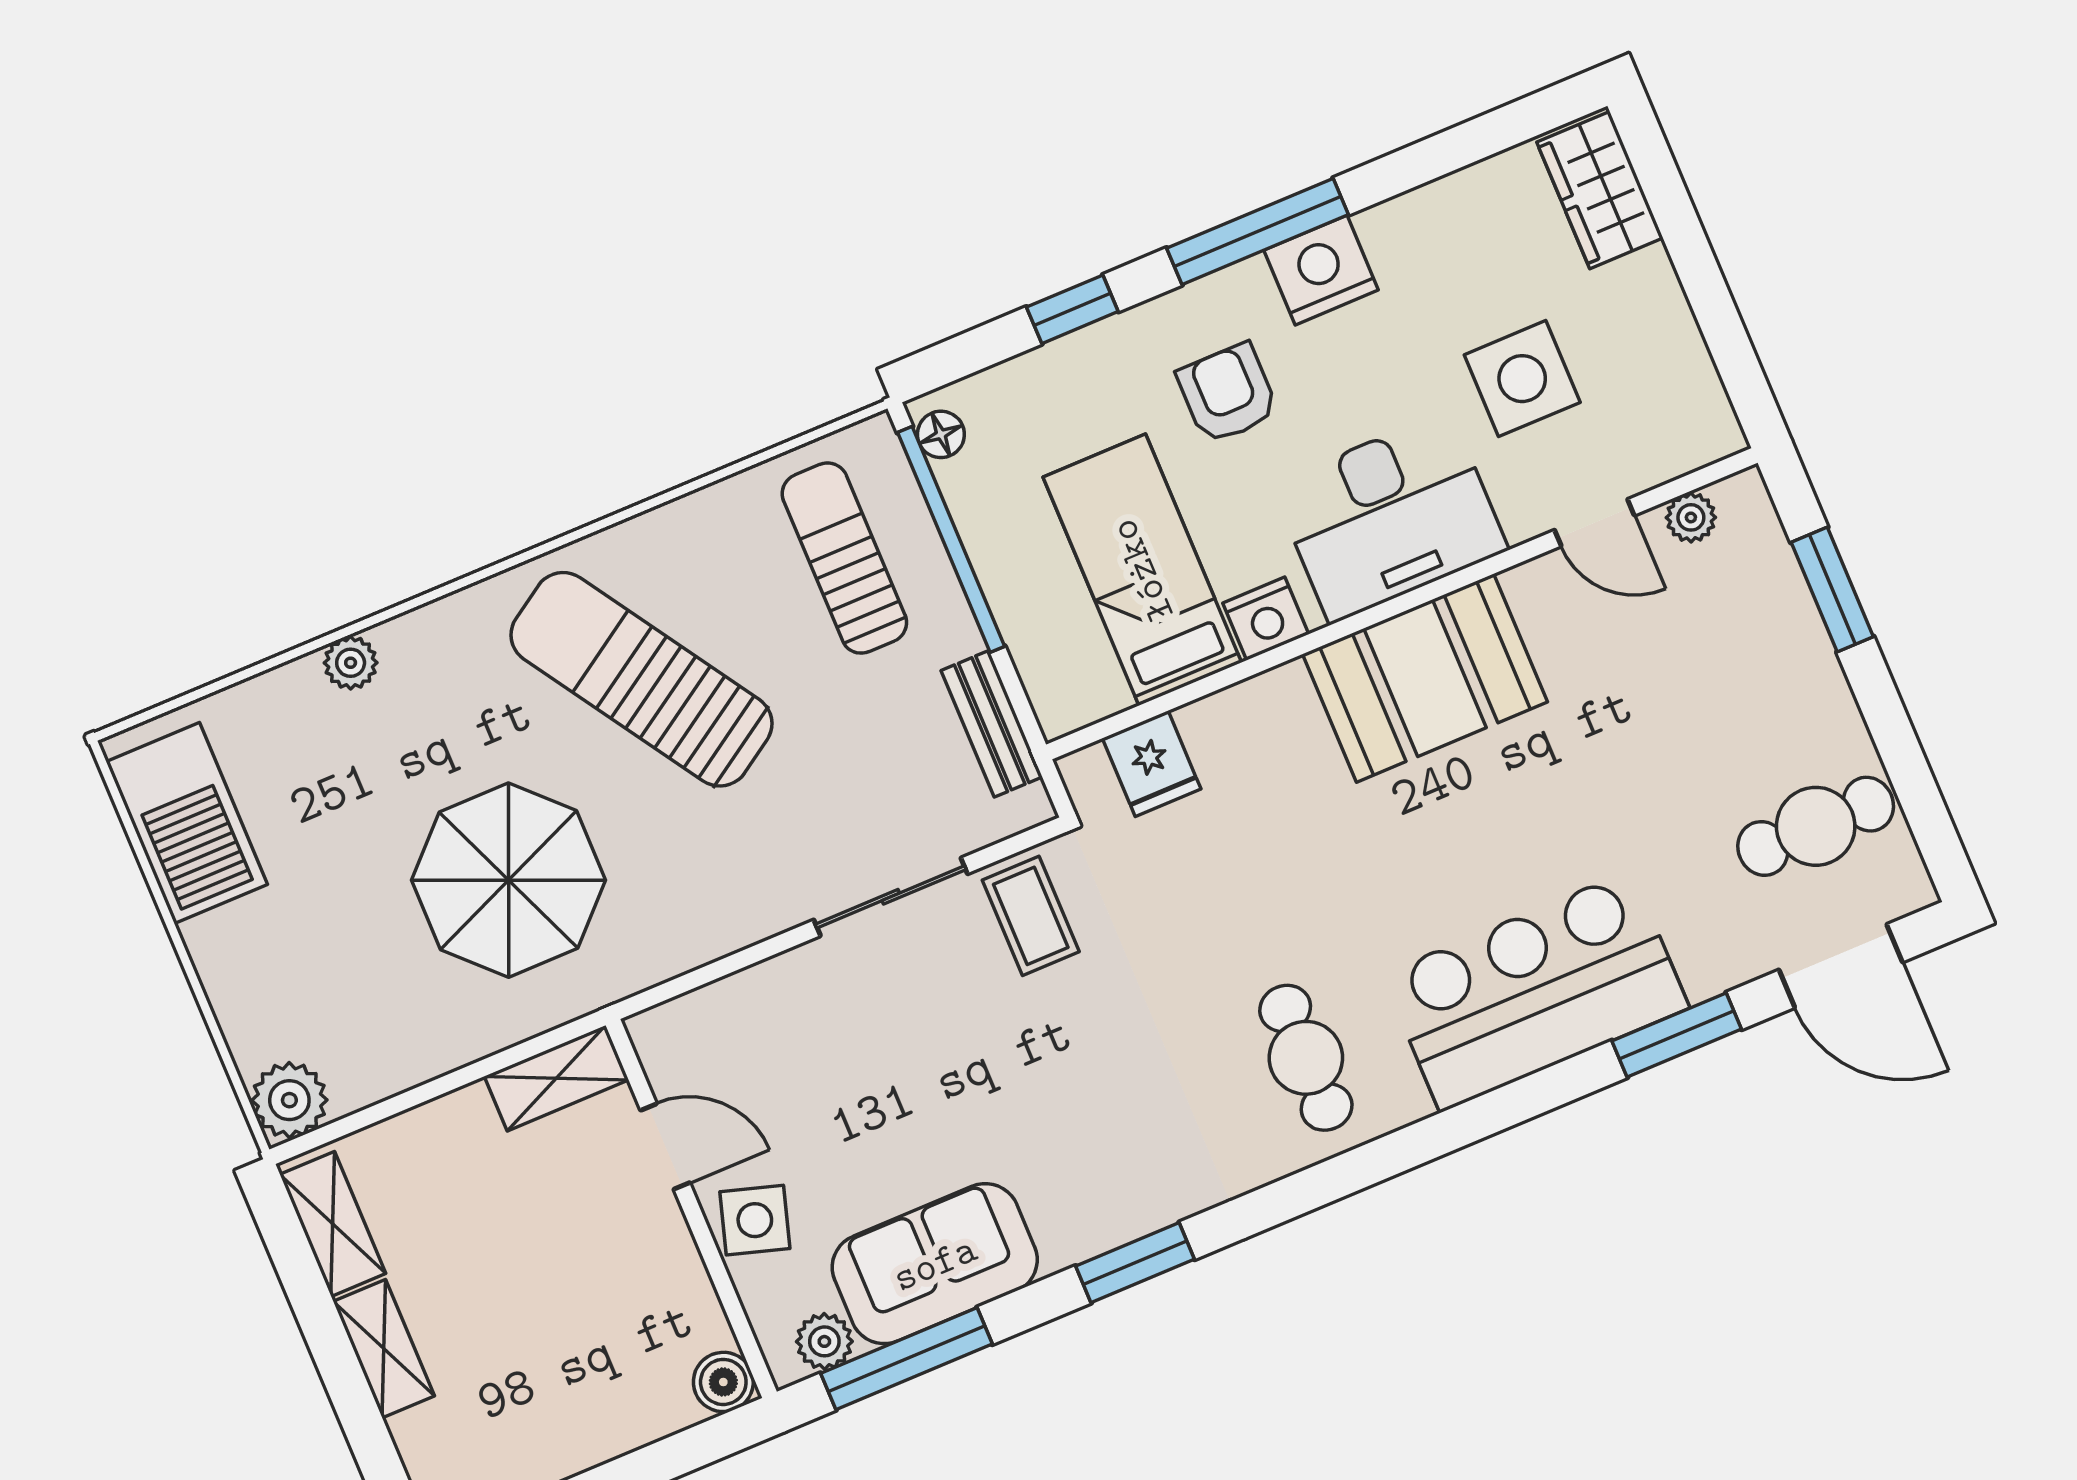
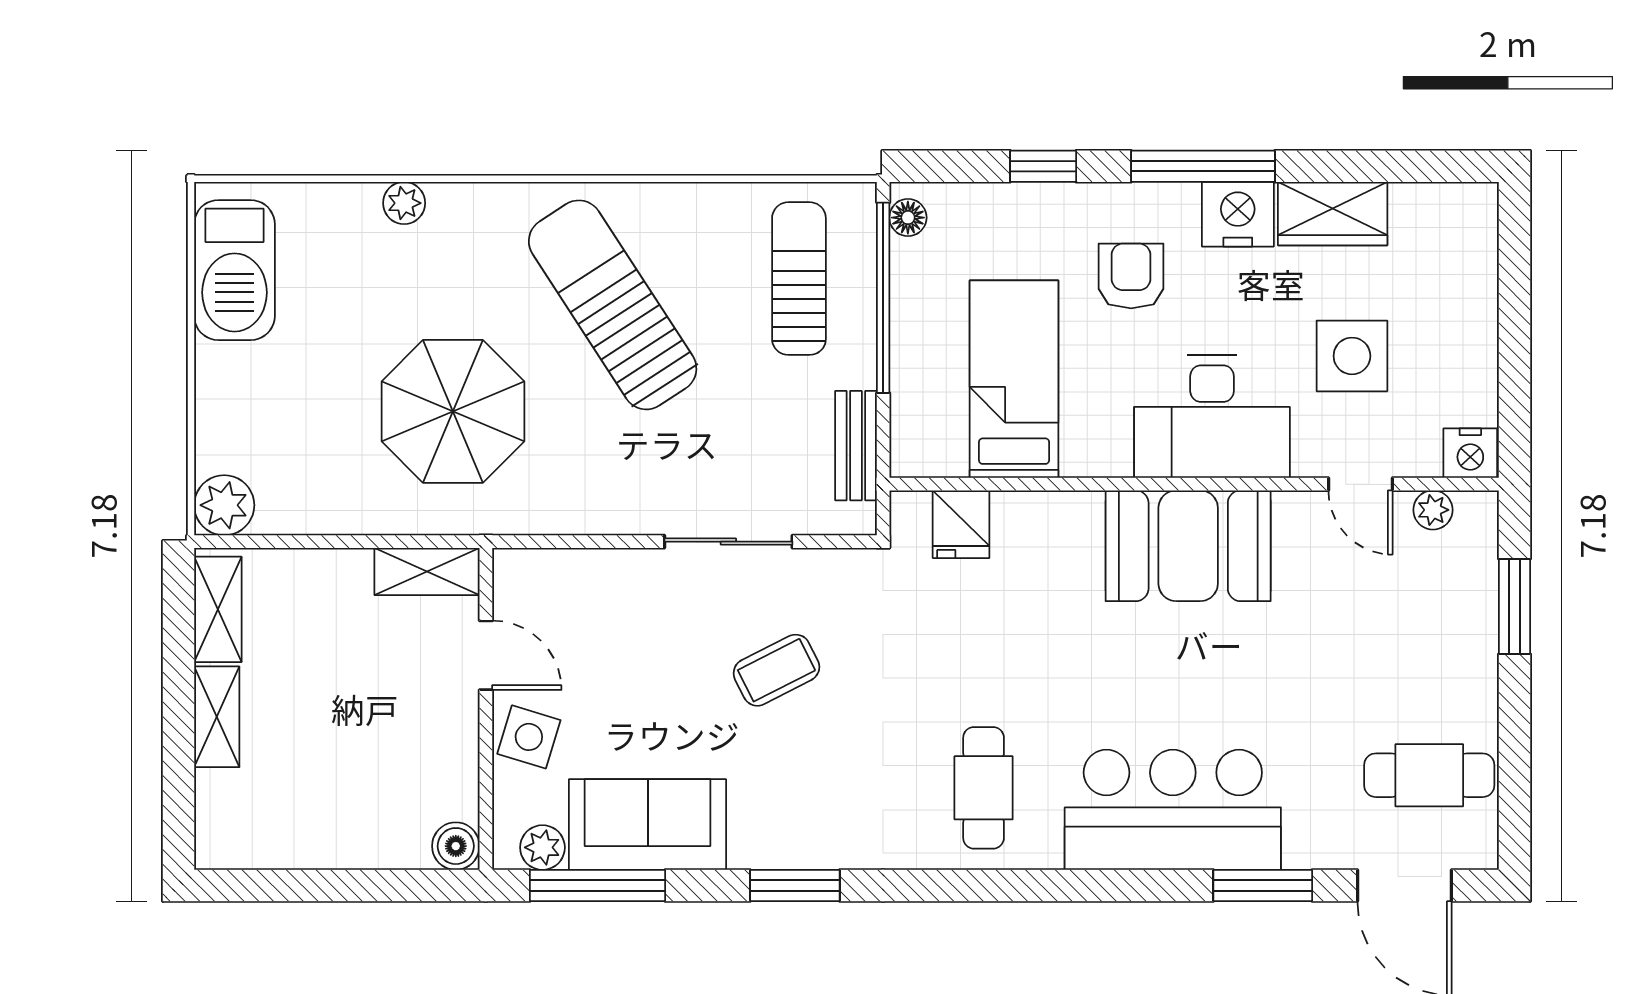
wardrobe: (1600, 190) -> (1333, 214), moved, turned -90
nightstand: (1266, 619) -> (1470, 453), moved
coffee table: (1031, 916) -> (776, 670), moved, turned 63

